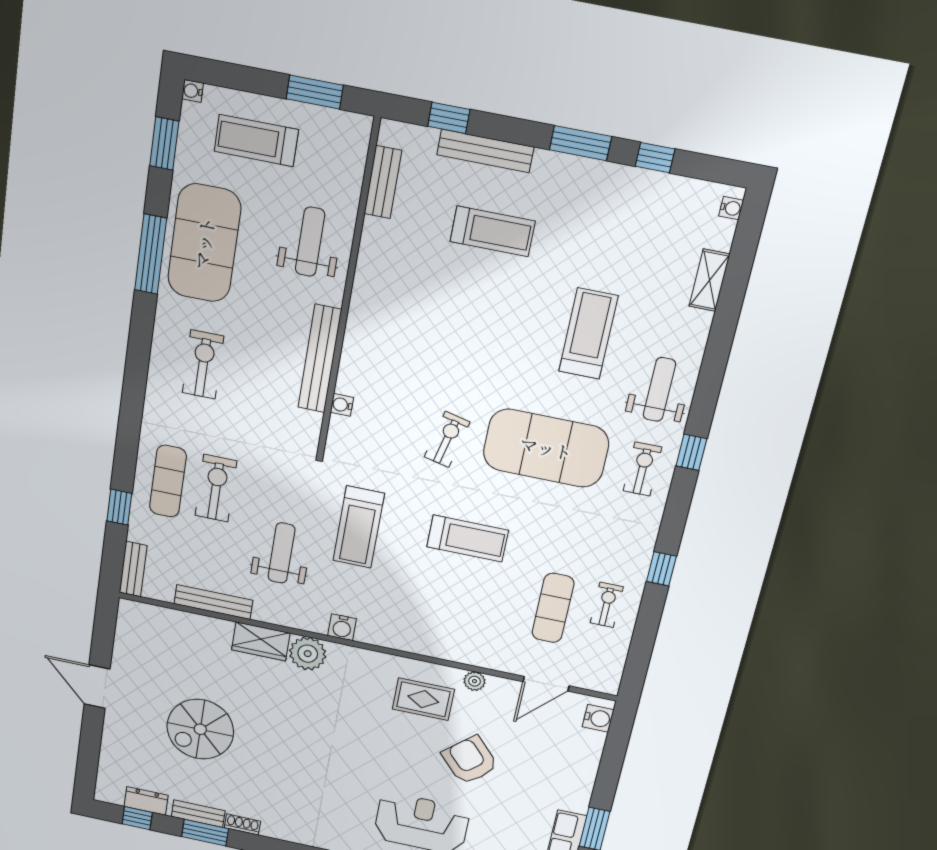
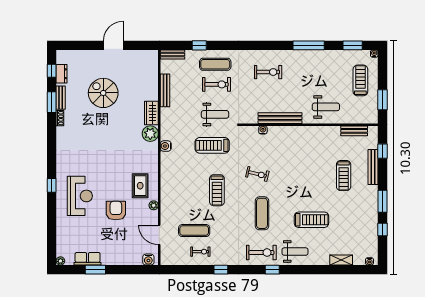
exercise mat: (204, 243) -> (317, 66), removed
exercise mat: (546, 448) -> (262, 213), width x0.50, depth x0.69
exercise bike: (642, 469) -> (261, 253), width x1.38, depth x1.39
weight bench: (281, 553) -> (215, 114), moved
armchair: (470, 760) -> (116, 211), turned -48

